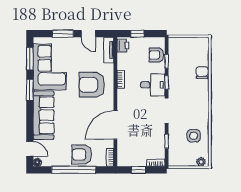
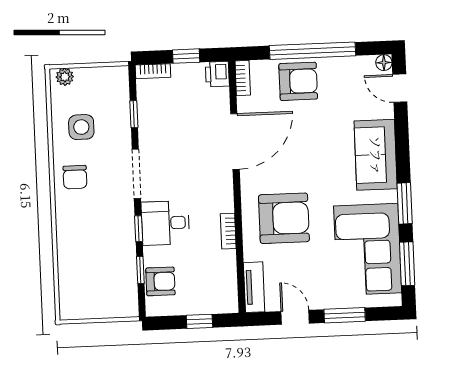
printer: (123, 45) -> (217, 74), moved
chair: (202, 73) -> (75, 177), moved
sofa: (44, 115) -> (376, 155), width x0.73

